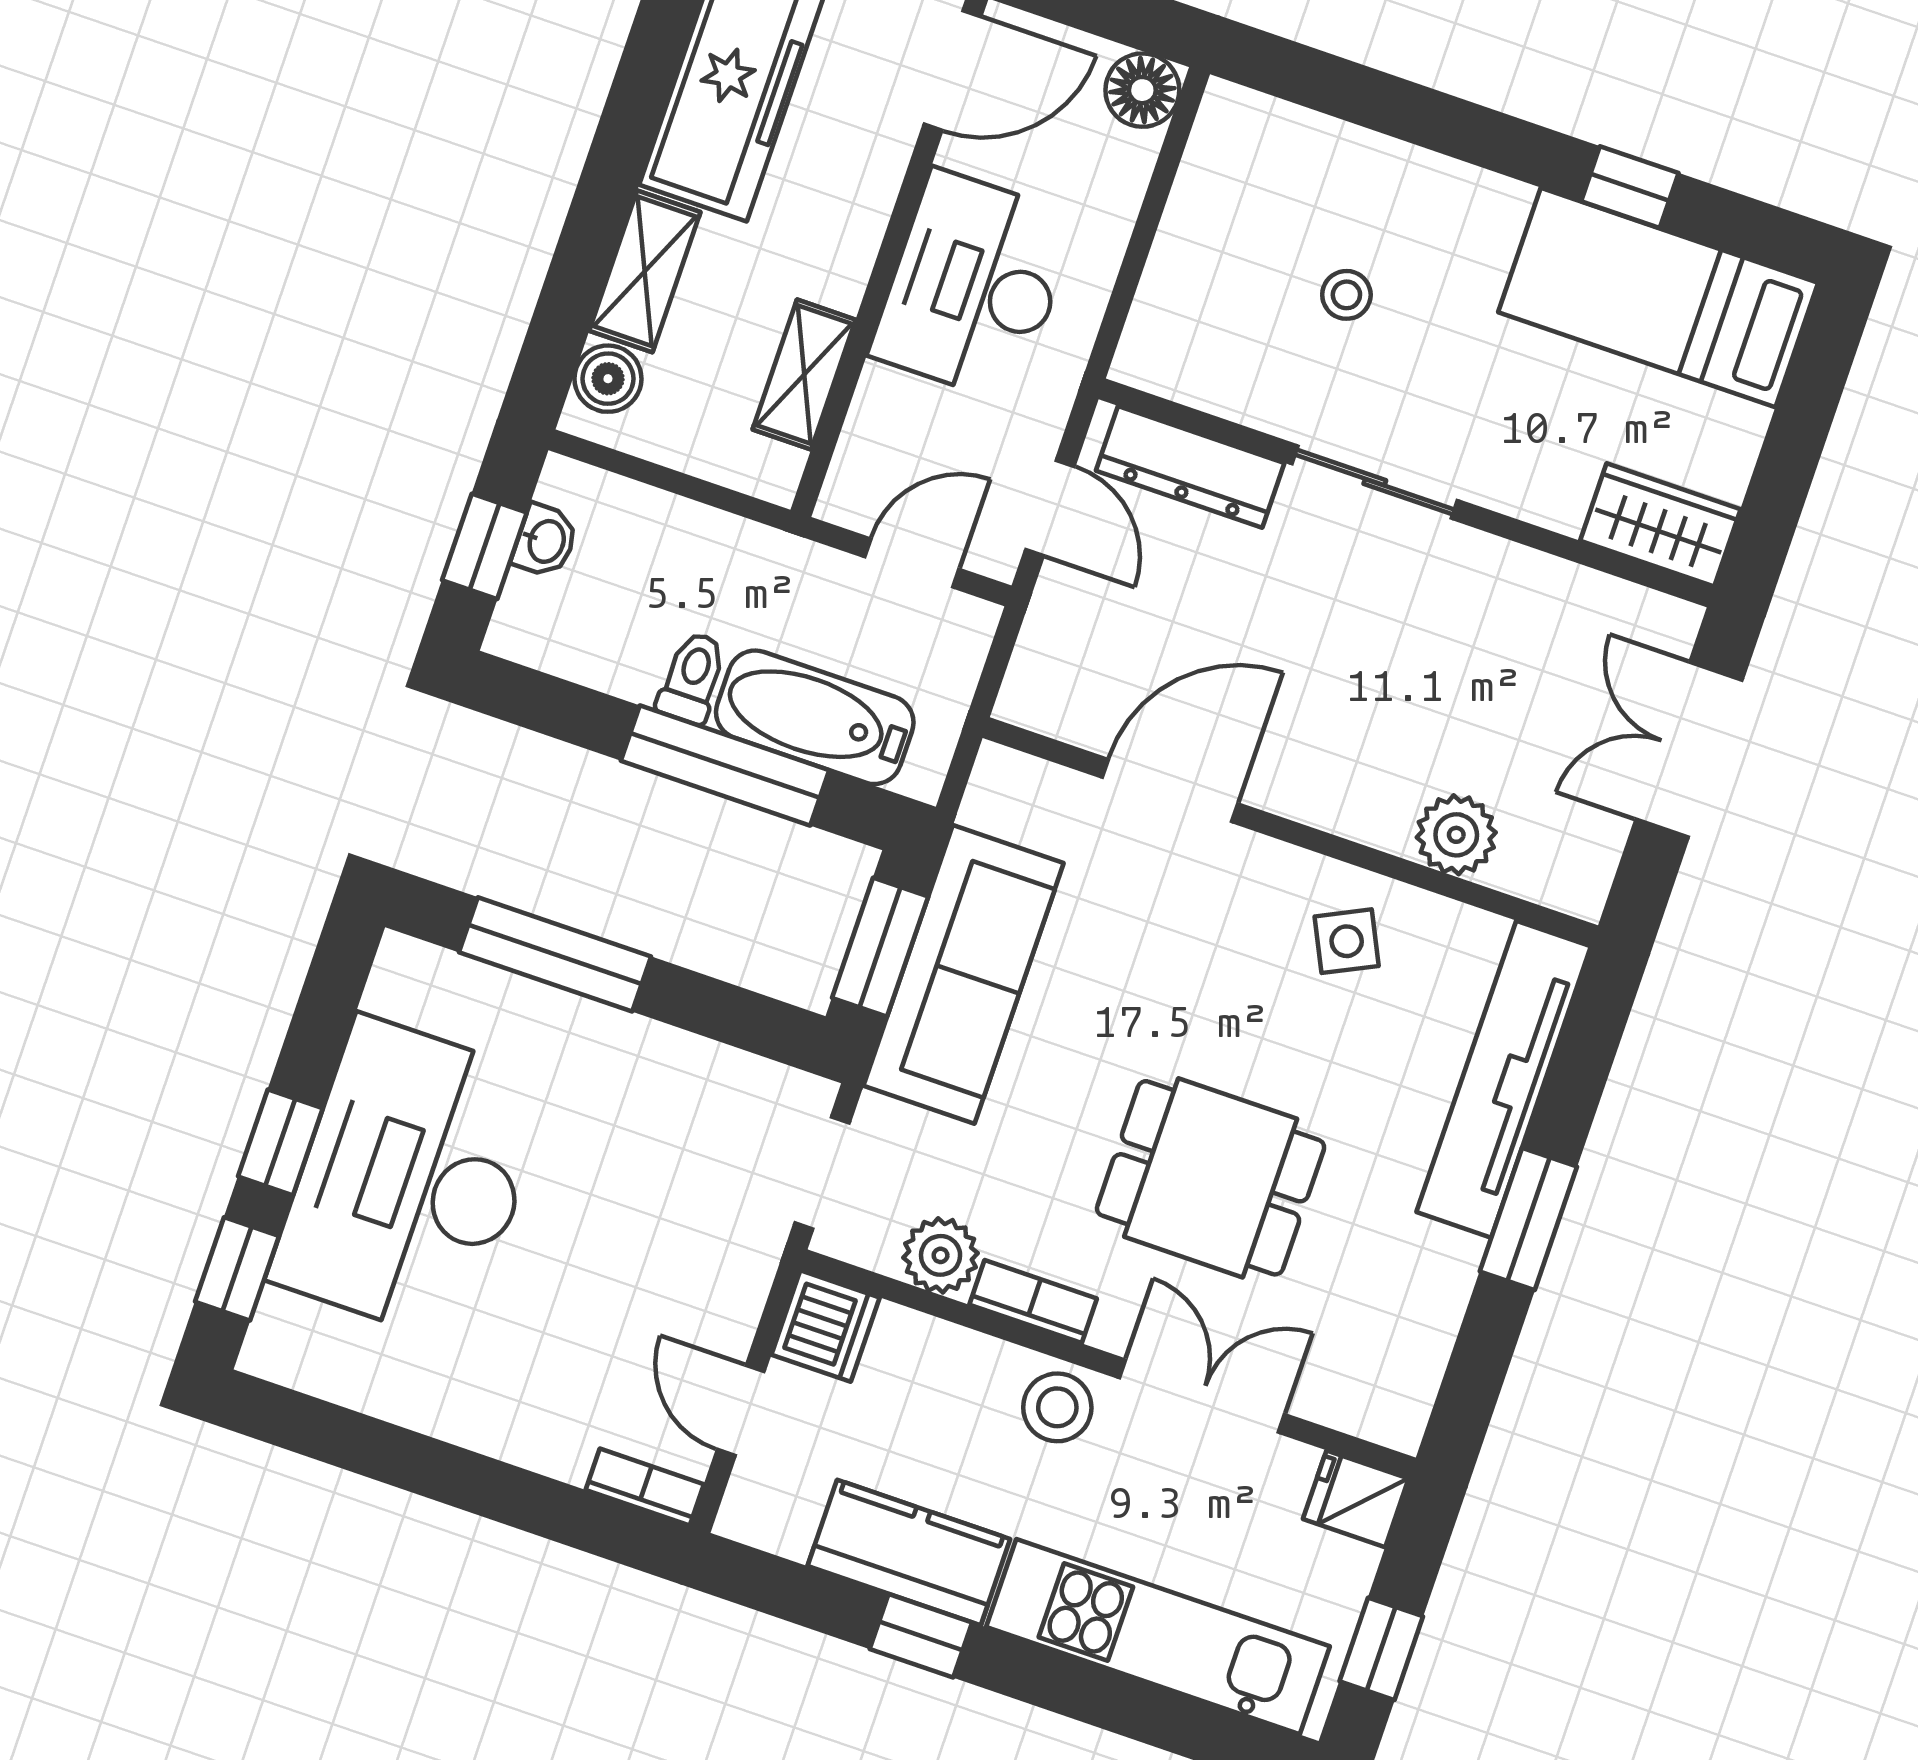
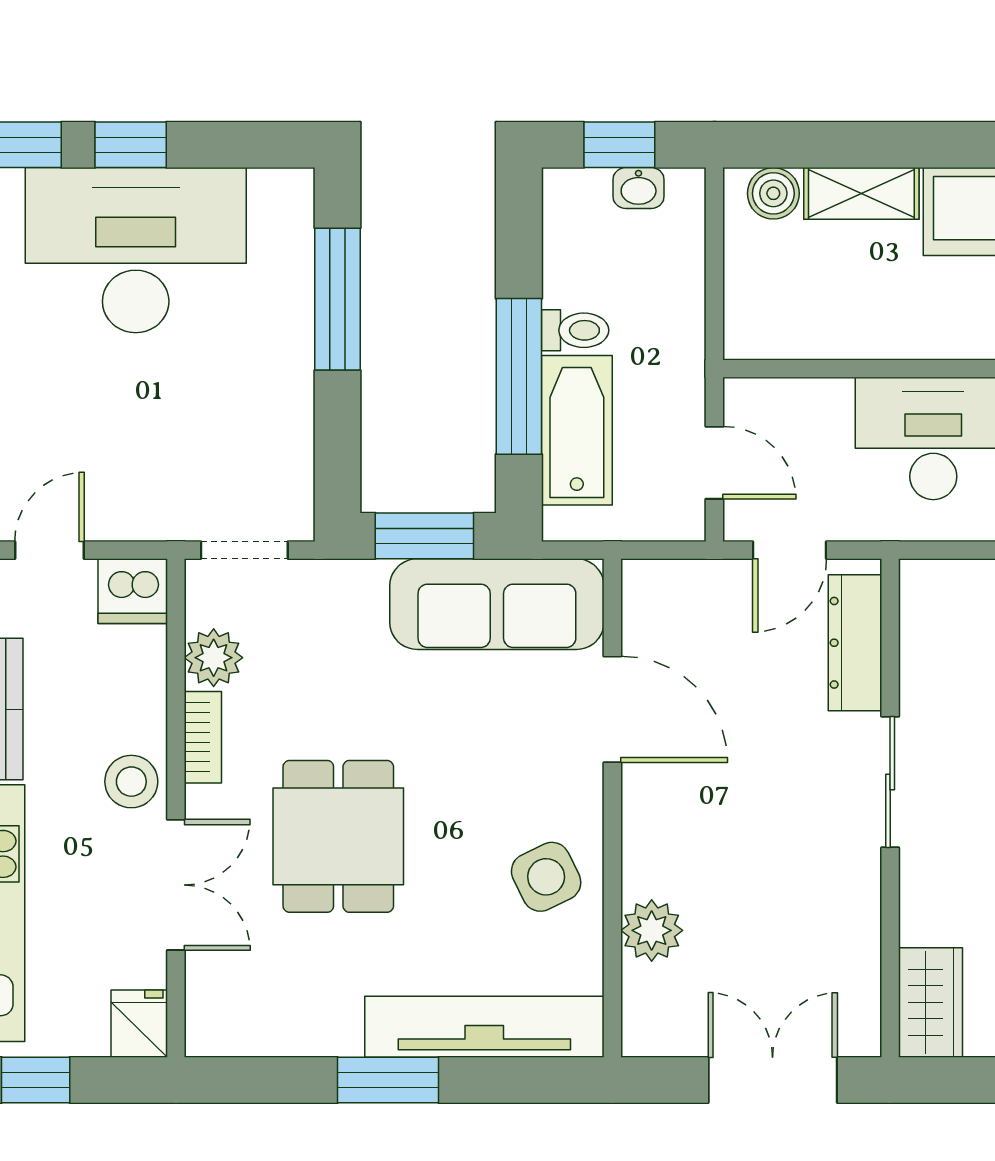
shelving: (804, 375) -> (826, 336), removed
side table: (1347, 941) -> (546, 877), width x1.37, depth x1.37
sofa: (964, 974) -> (497, 604), moved

